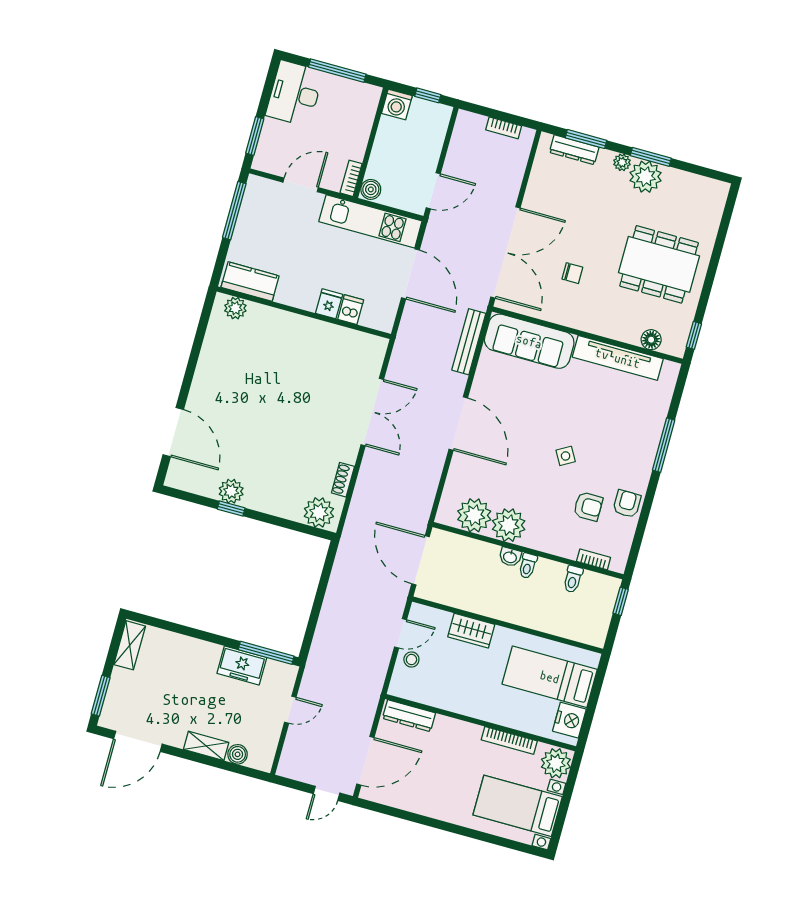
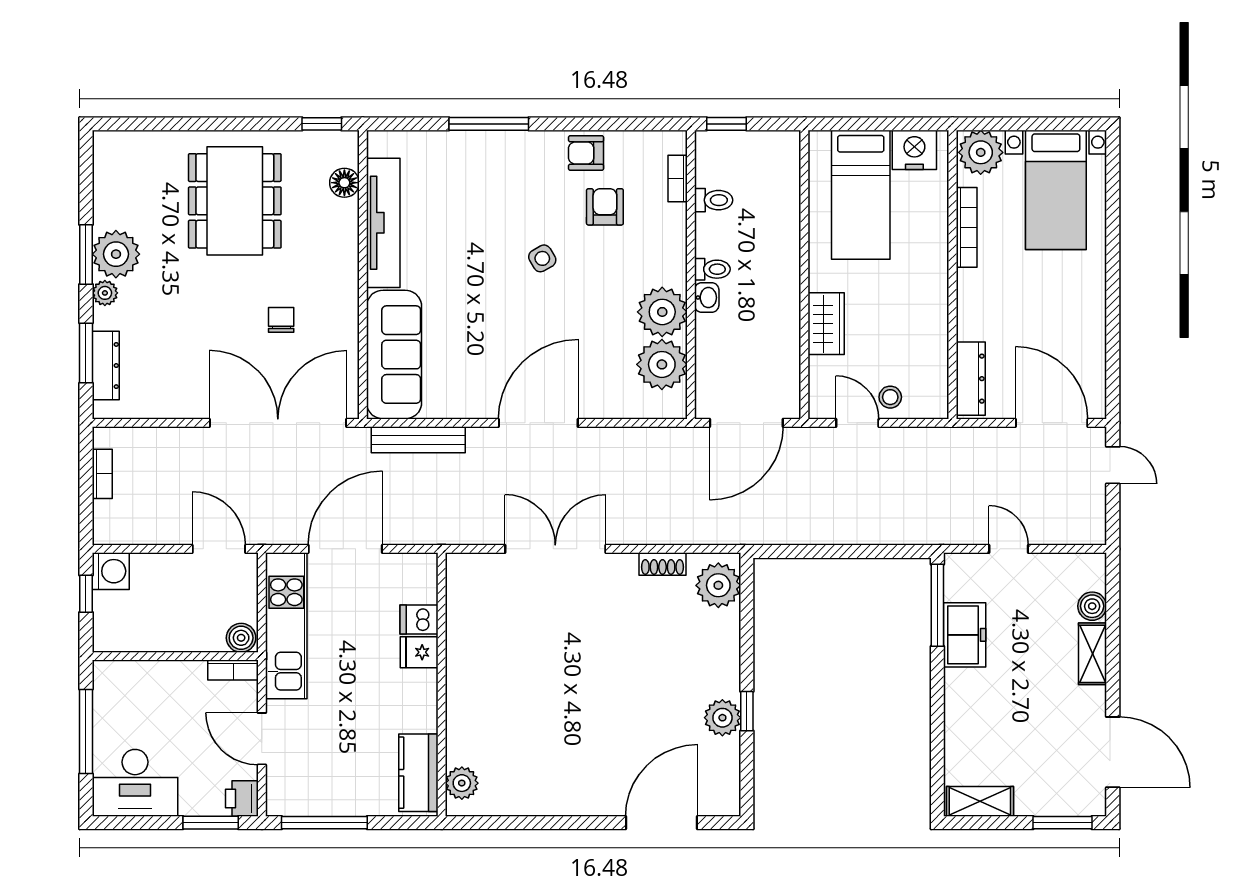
washing machine: (397, 104) -> (111, 571), moved
printer: (265, 161) -> (242, 798), added

